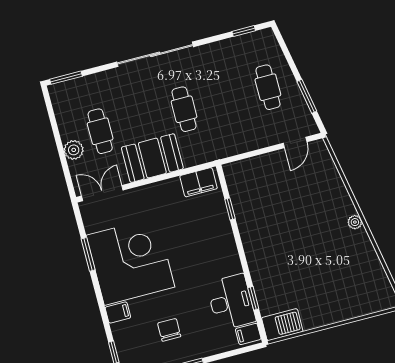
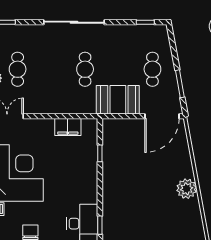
door: (295, 143) -> (162, 116), width x1.87
booth: (152, 158) -> (118, 100), moved
filing cabinet: (199, 182) -> (68, 127), moved
plant: (355, 222) -> (187, 189), width x1.88, depth x1.88

